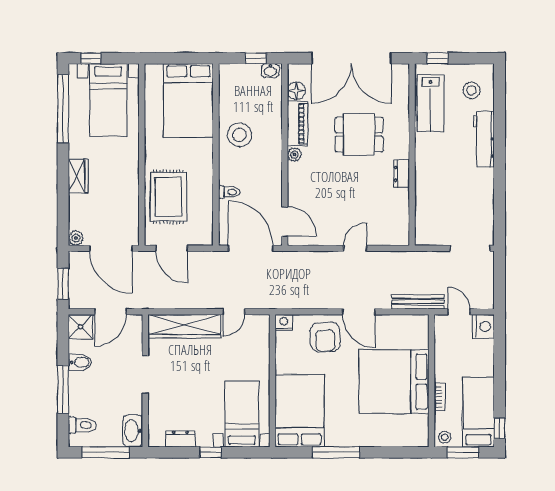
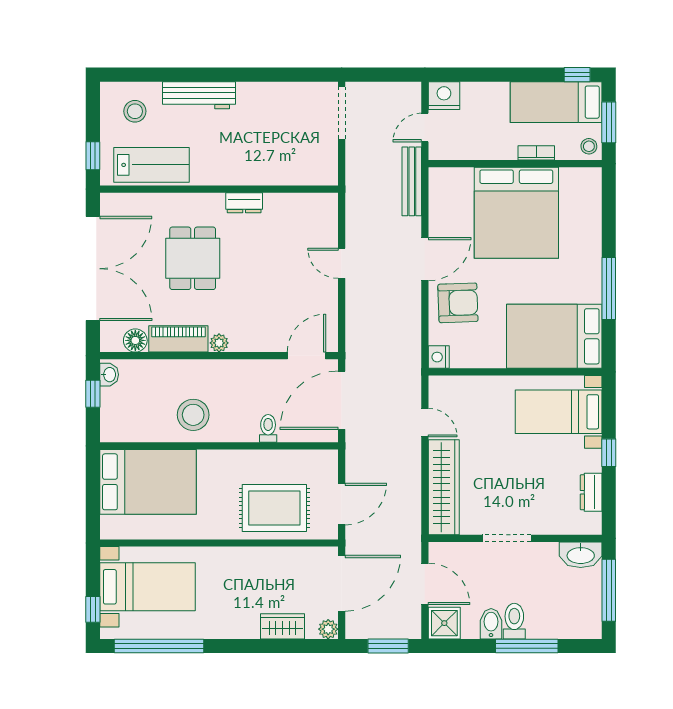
wardrobe: (78, 176) -> (283, 626), moved
toilet: (82, 425) -> (514, 621), moved

